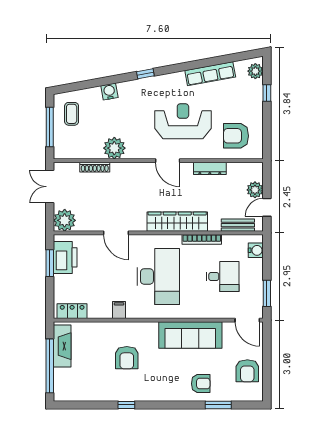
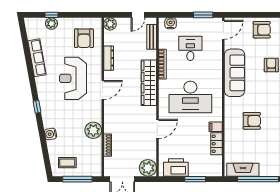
plant: (255, 71) -> (52, 24), moved
plant: (255, 190) -> (110, 24), moved
door: (267, 207) -> (138, 15), hinge flipped
window: (50, 263) -> (195, 179), moved
desk: (158, 276) -> (190, 97), turned 180
locker: (72, 311) -> (217, 144), moved

